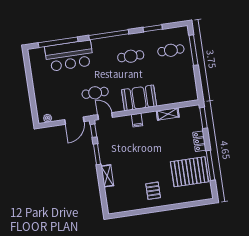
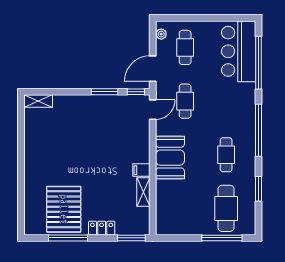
cafe table: (171, 50) -> (226, 208), width x1.37, depth x1.35
bar counter: (69, 56) -> (239, 51), moved
cafe table: (55, 99) -> (185, 47), added
filing cabinet: (137, 120) -> (141, 170), moved
door: (74, 121) -> (153, 69), hinge flipped
shelving: (107, 176) -> (38, 101), moved
pallet: (153, 191) -> (46, 158), removed

